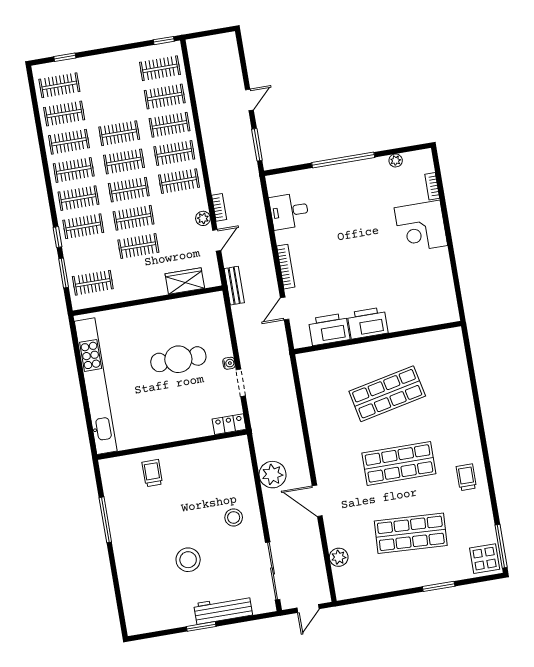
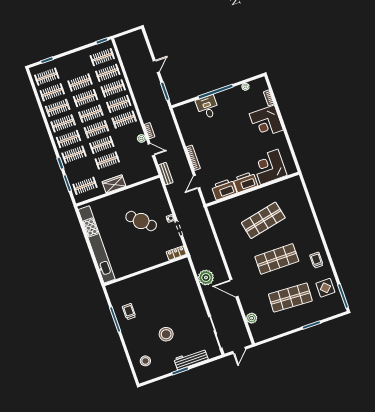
clothes rail: (114, 105) -> (80, 83), added
desk: (289, 211) -> (207, 107), moved, turned 90
door: (217, 240) -> (151, 150), hinge flipped
wardrobe: (185, 281) -> (114, 184), moved
corner desk: (413, 304) -> (269, 167), added
cafe table: (178, 359) -> (141, 221), turned 43
trolley: (152, 473) -> (129, 312), moved
stool: (234, 517) -> (145, 361), moved
display table: (485, 559) -> (325, 288), moved

